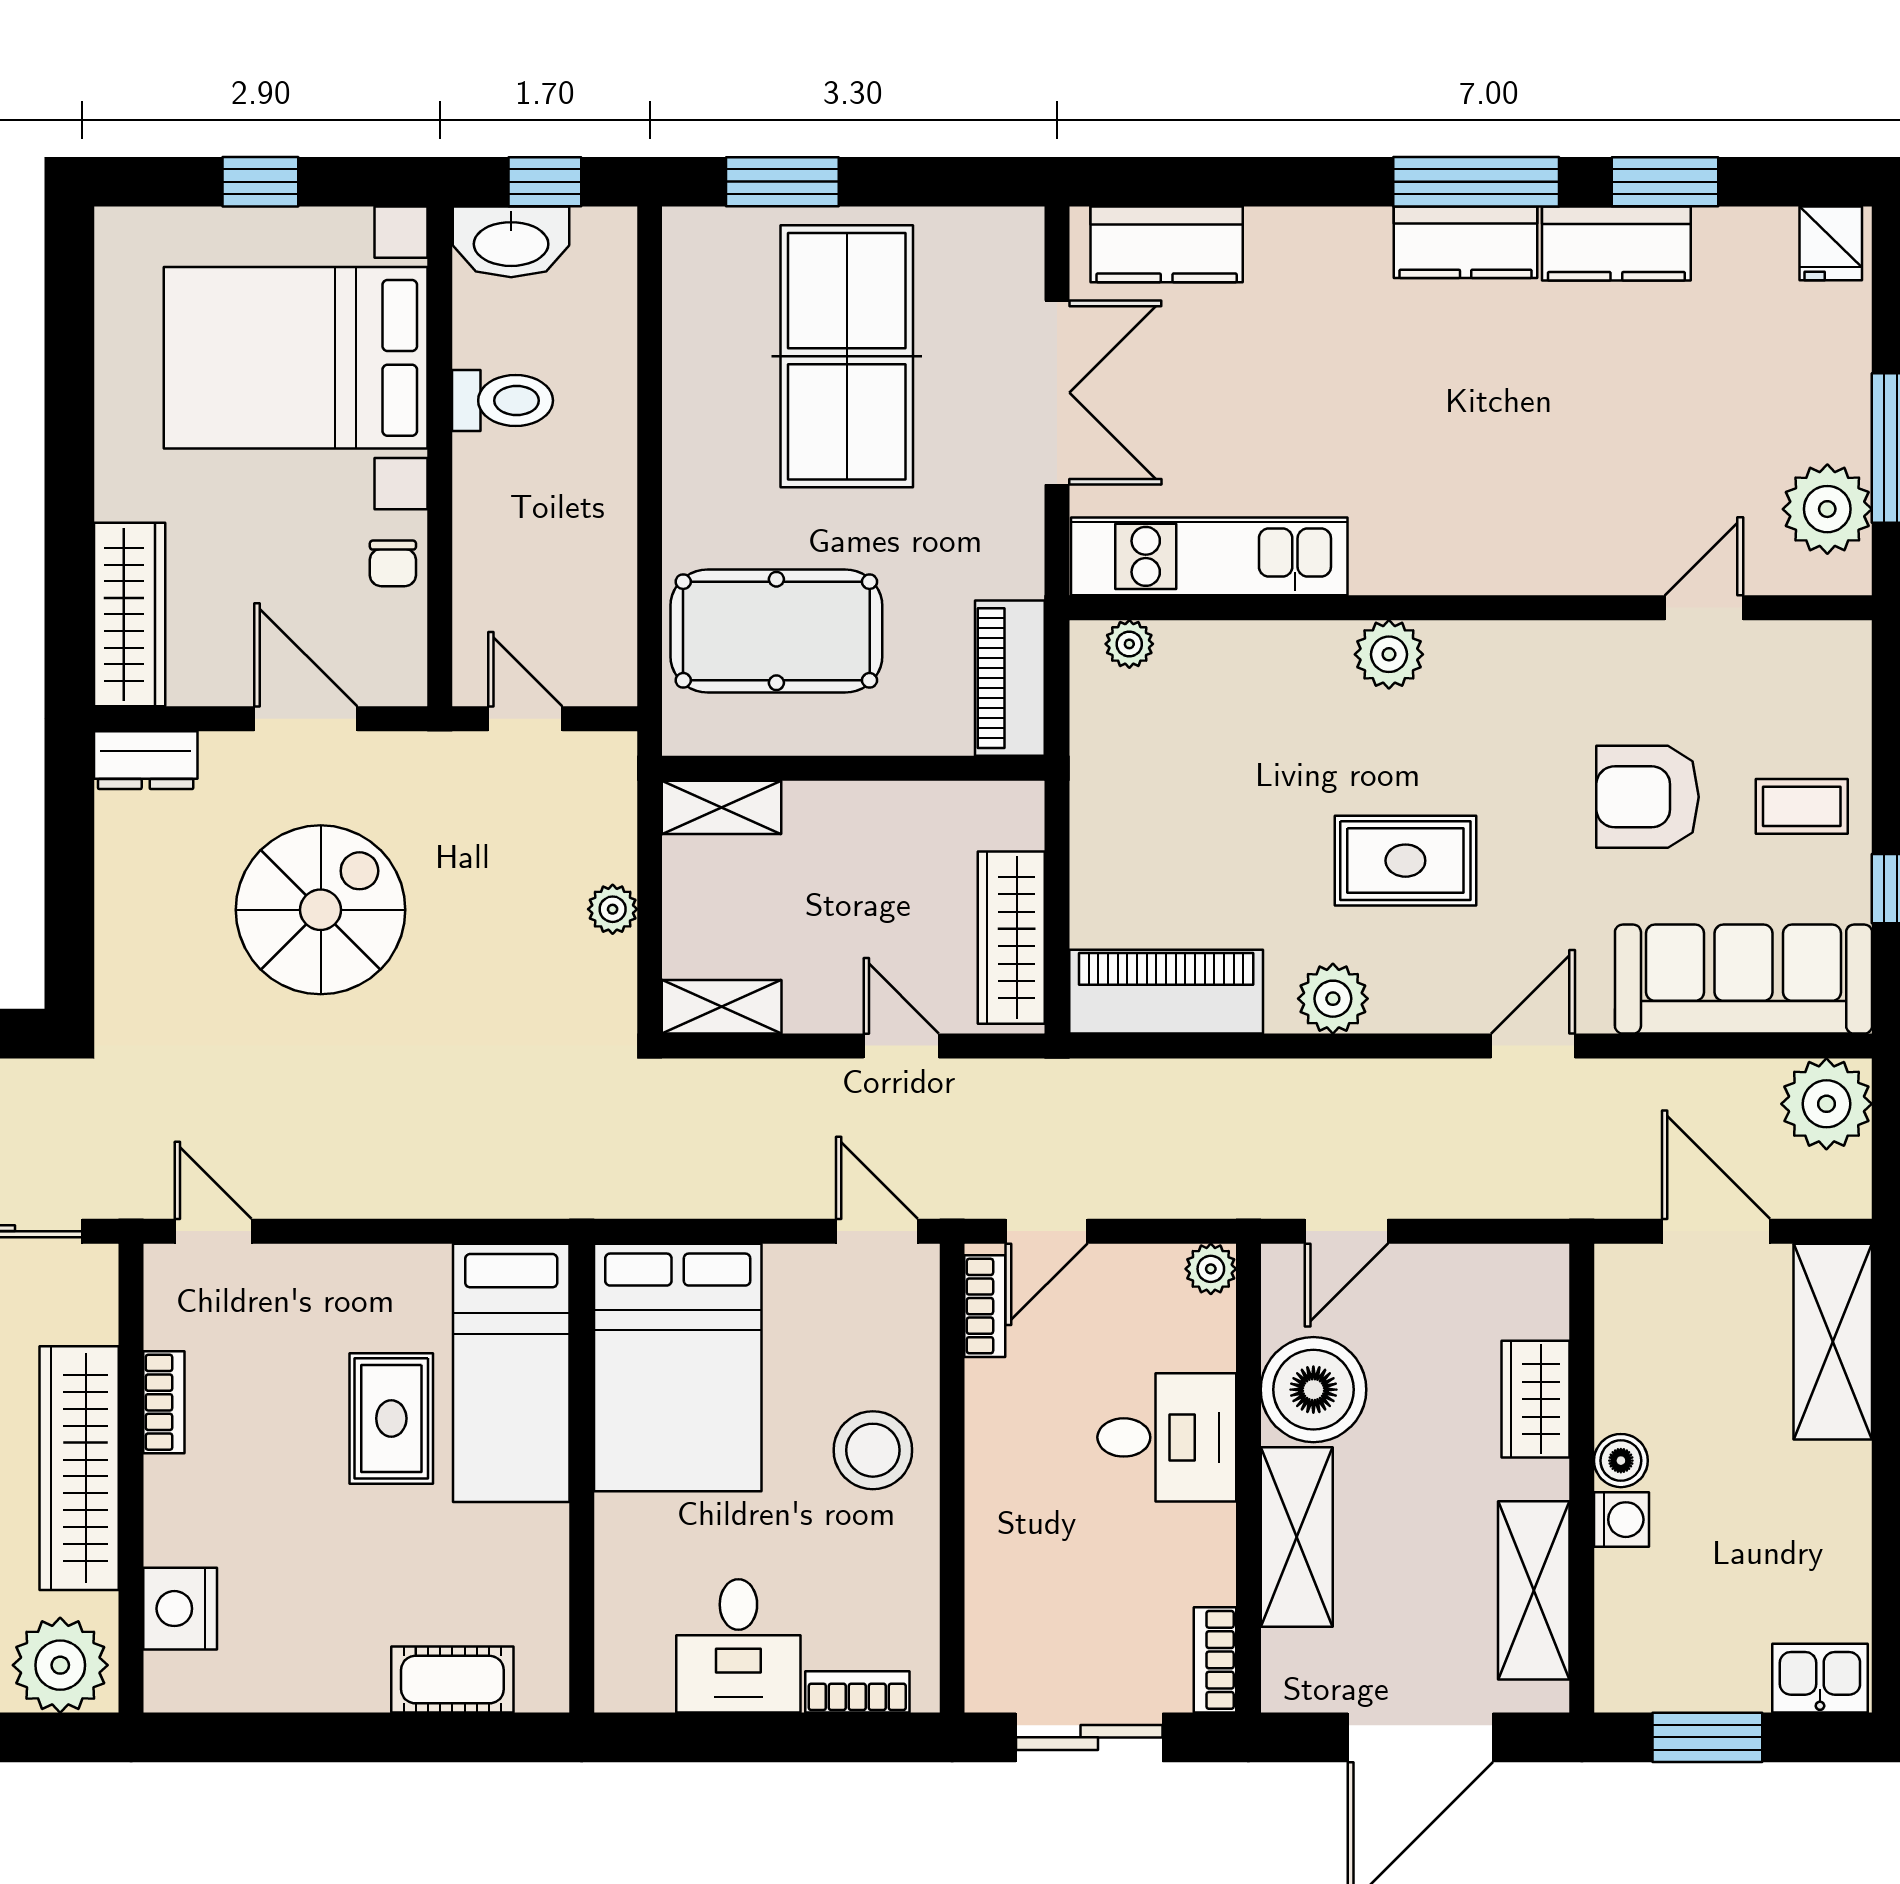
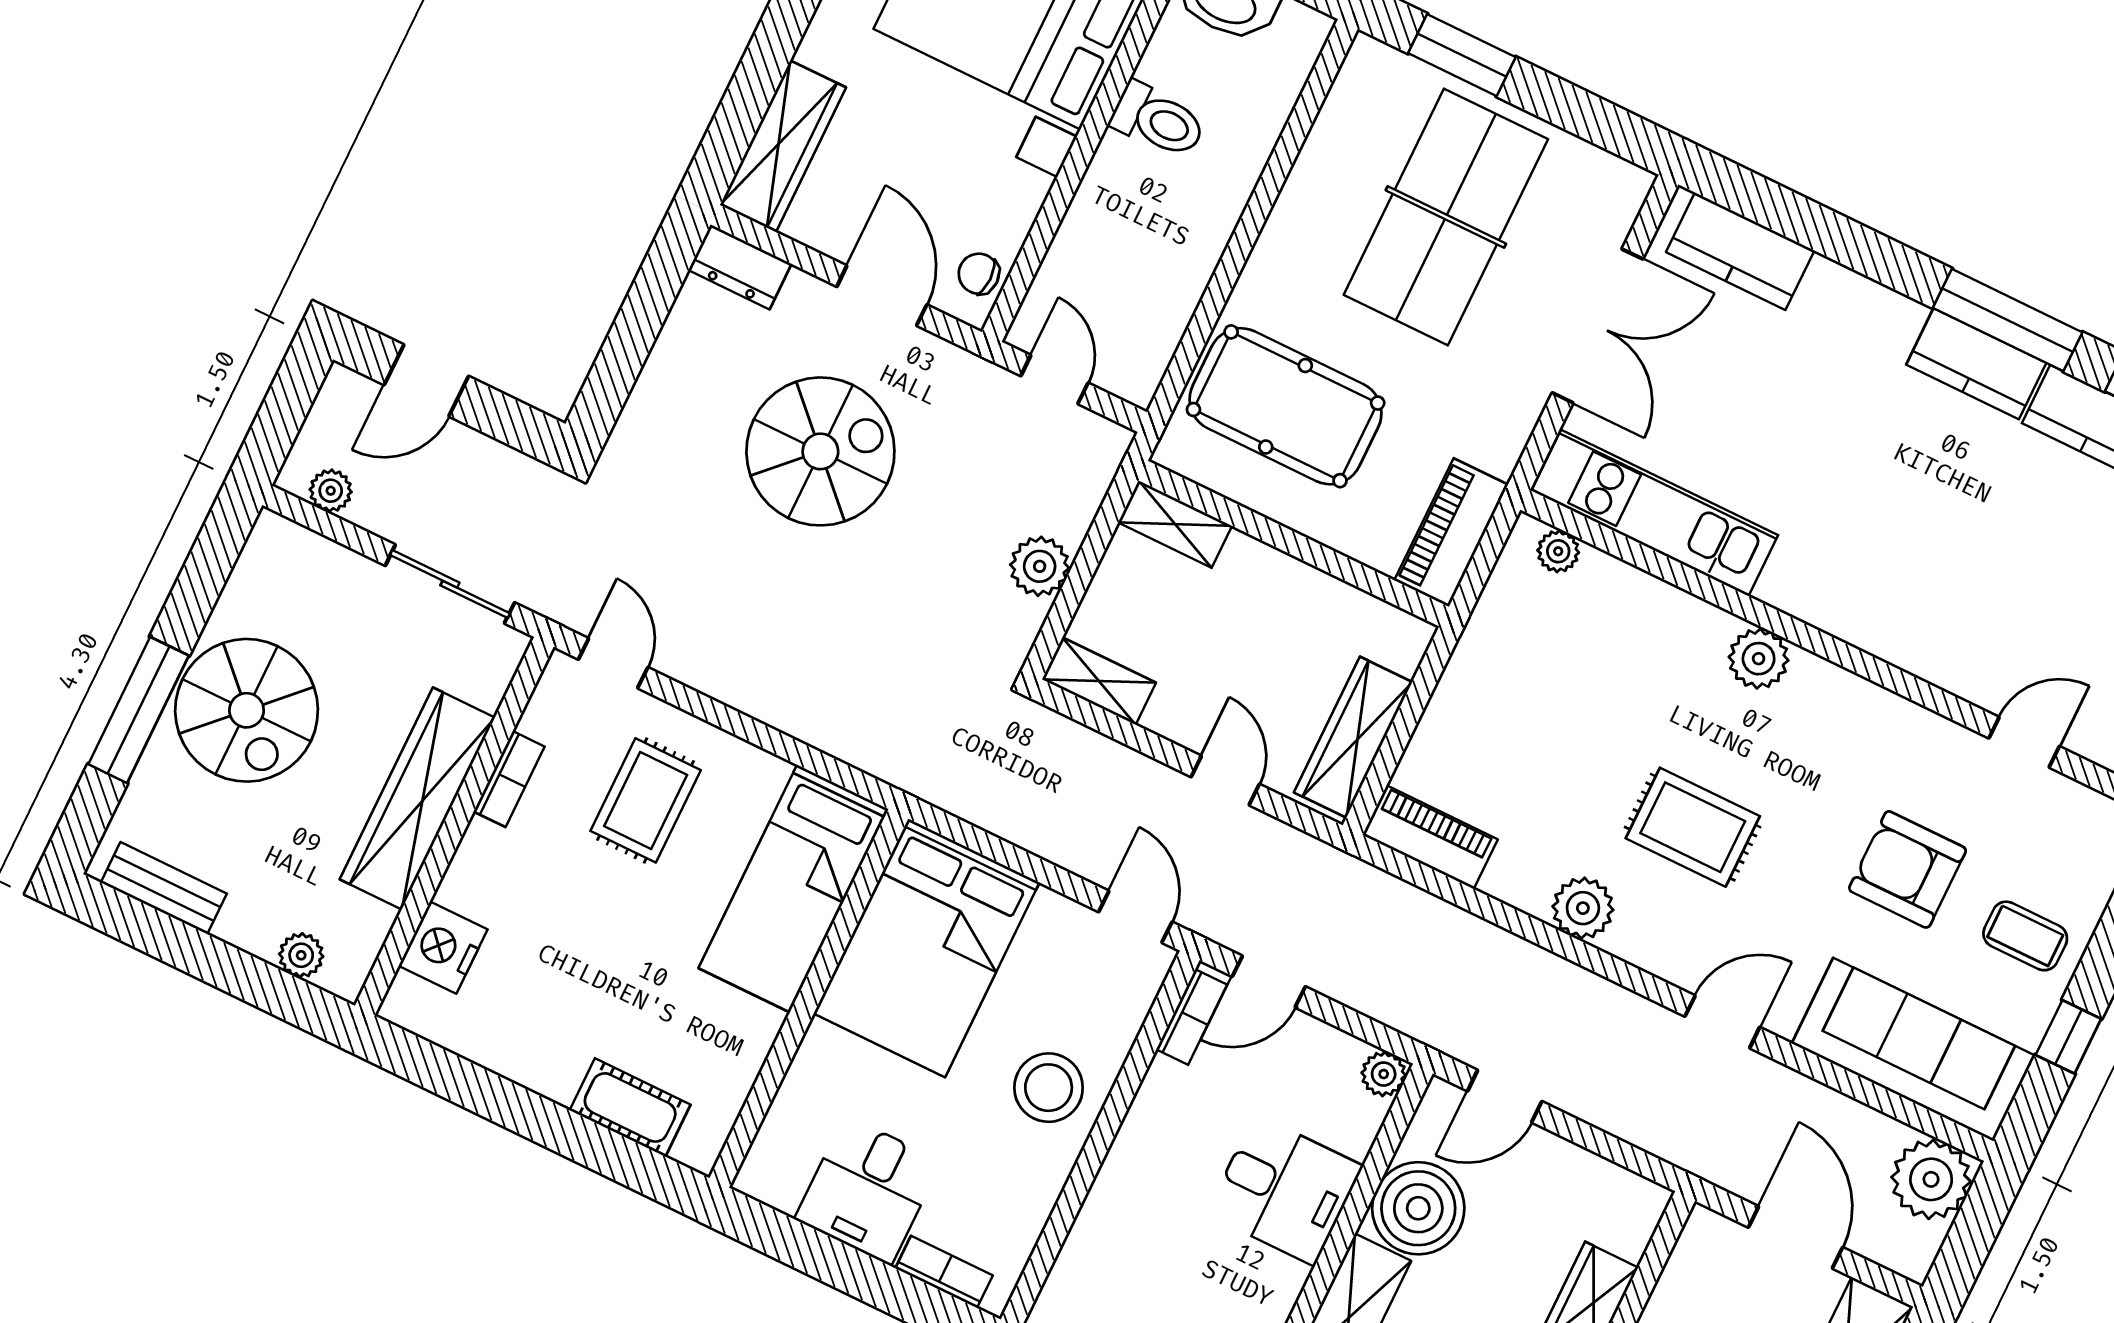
chair: (393, 563) -> (979, 274), moved, turned 90
plant: (613, 909) -> (1040, 566), width x1.38, depth x1.38
piano: (1166, 992) -> (1430, 837), width x0.73, depth x0.75
rug: (391, 1418) -> (646, 800), moved
plant: (60, 1665) -> (301, 955), width x0.53, depth x0.53

